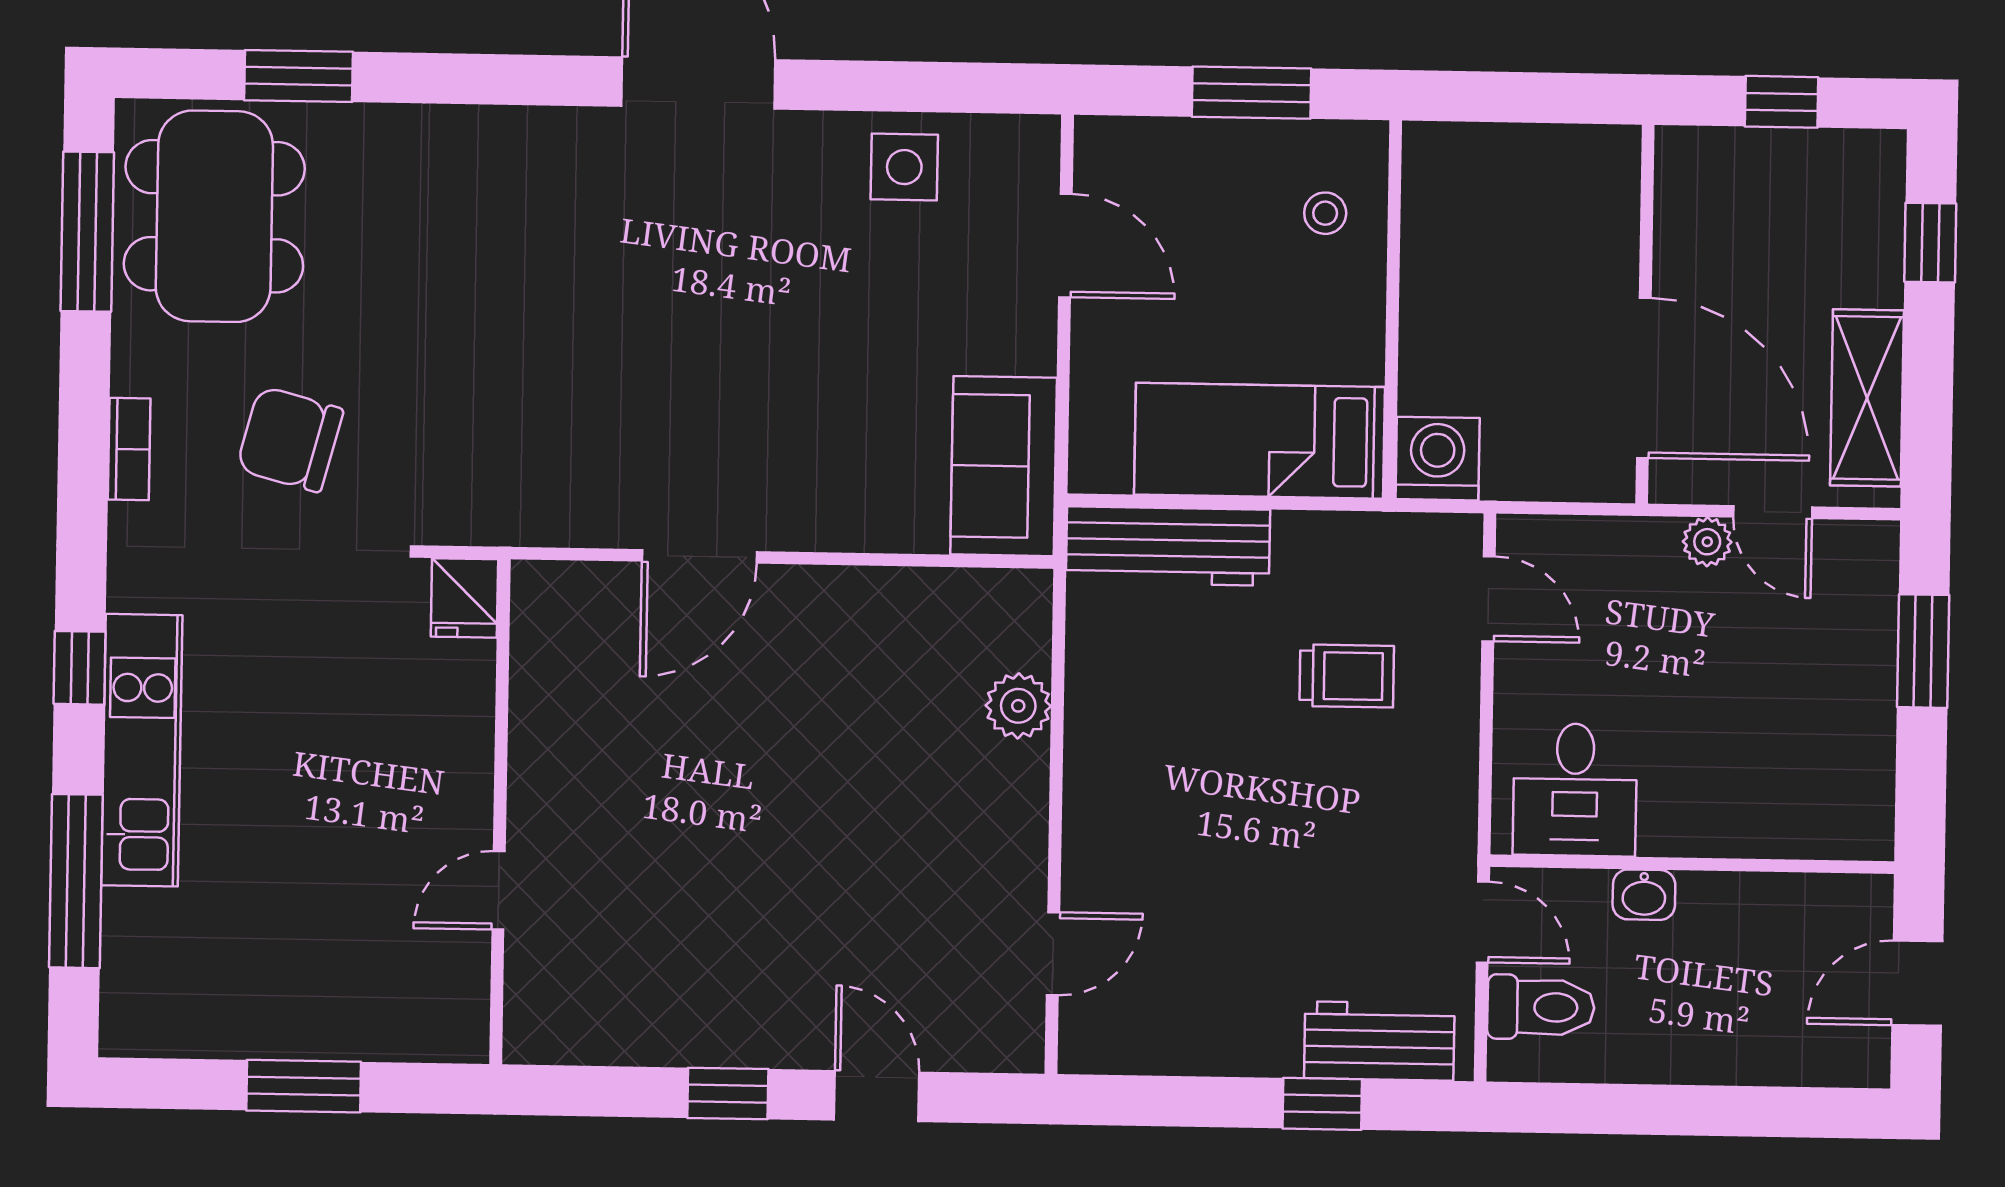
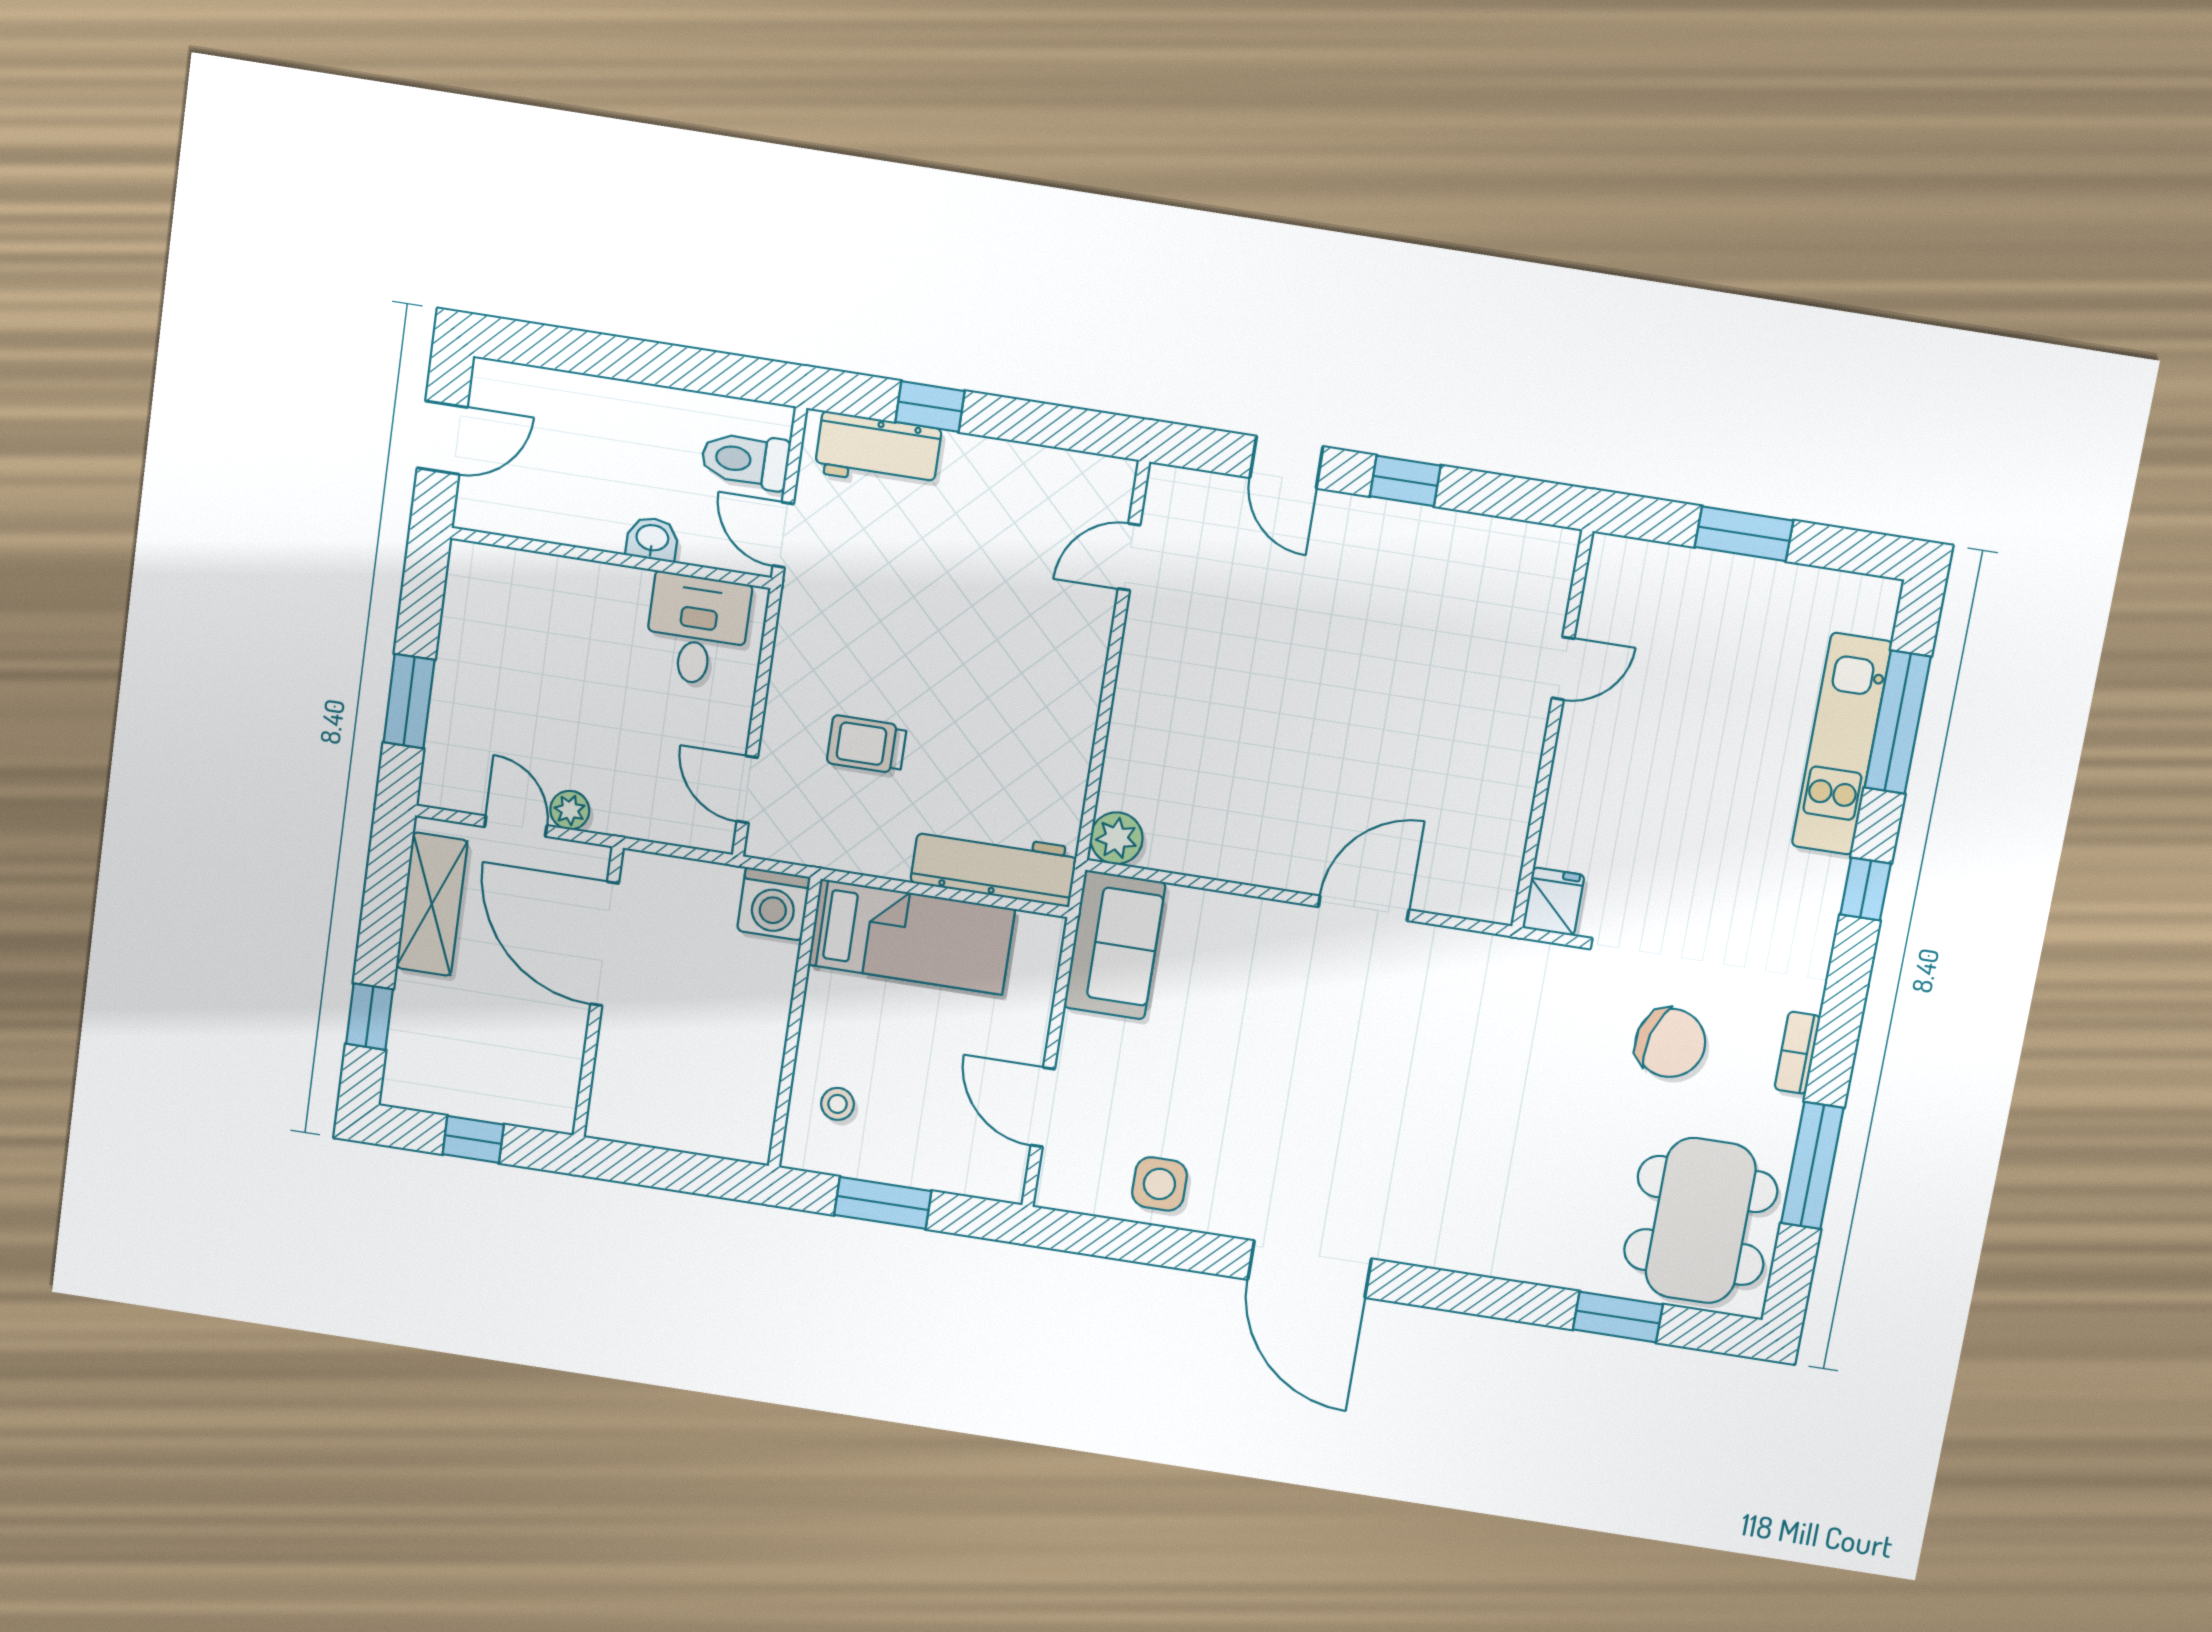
window: (87, 232) -> (1812, 1166), moved
plant: (1018, 706) -> (1116, 838), moved
kitchen unit: (142, 750) -> (1842, 744), moved

